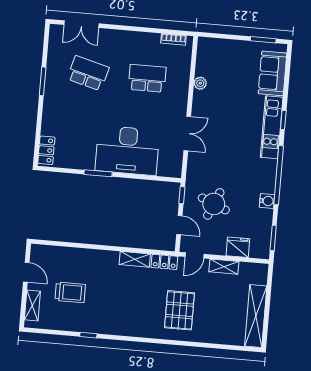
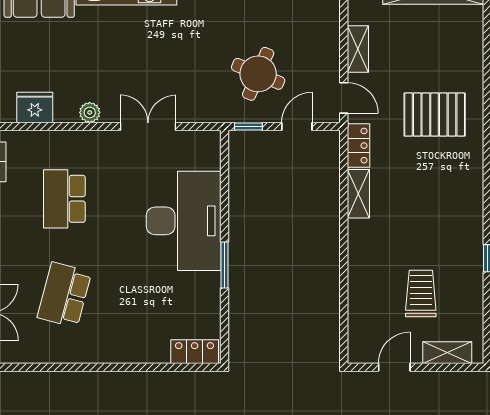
window: (43, 81) -> (84, 367), removed
plant: (200, 83) -> (90, 112), moved
fridge: (238, 247) -> (35, 107), moved, turned 90

